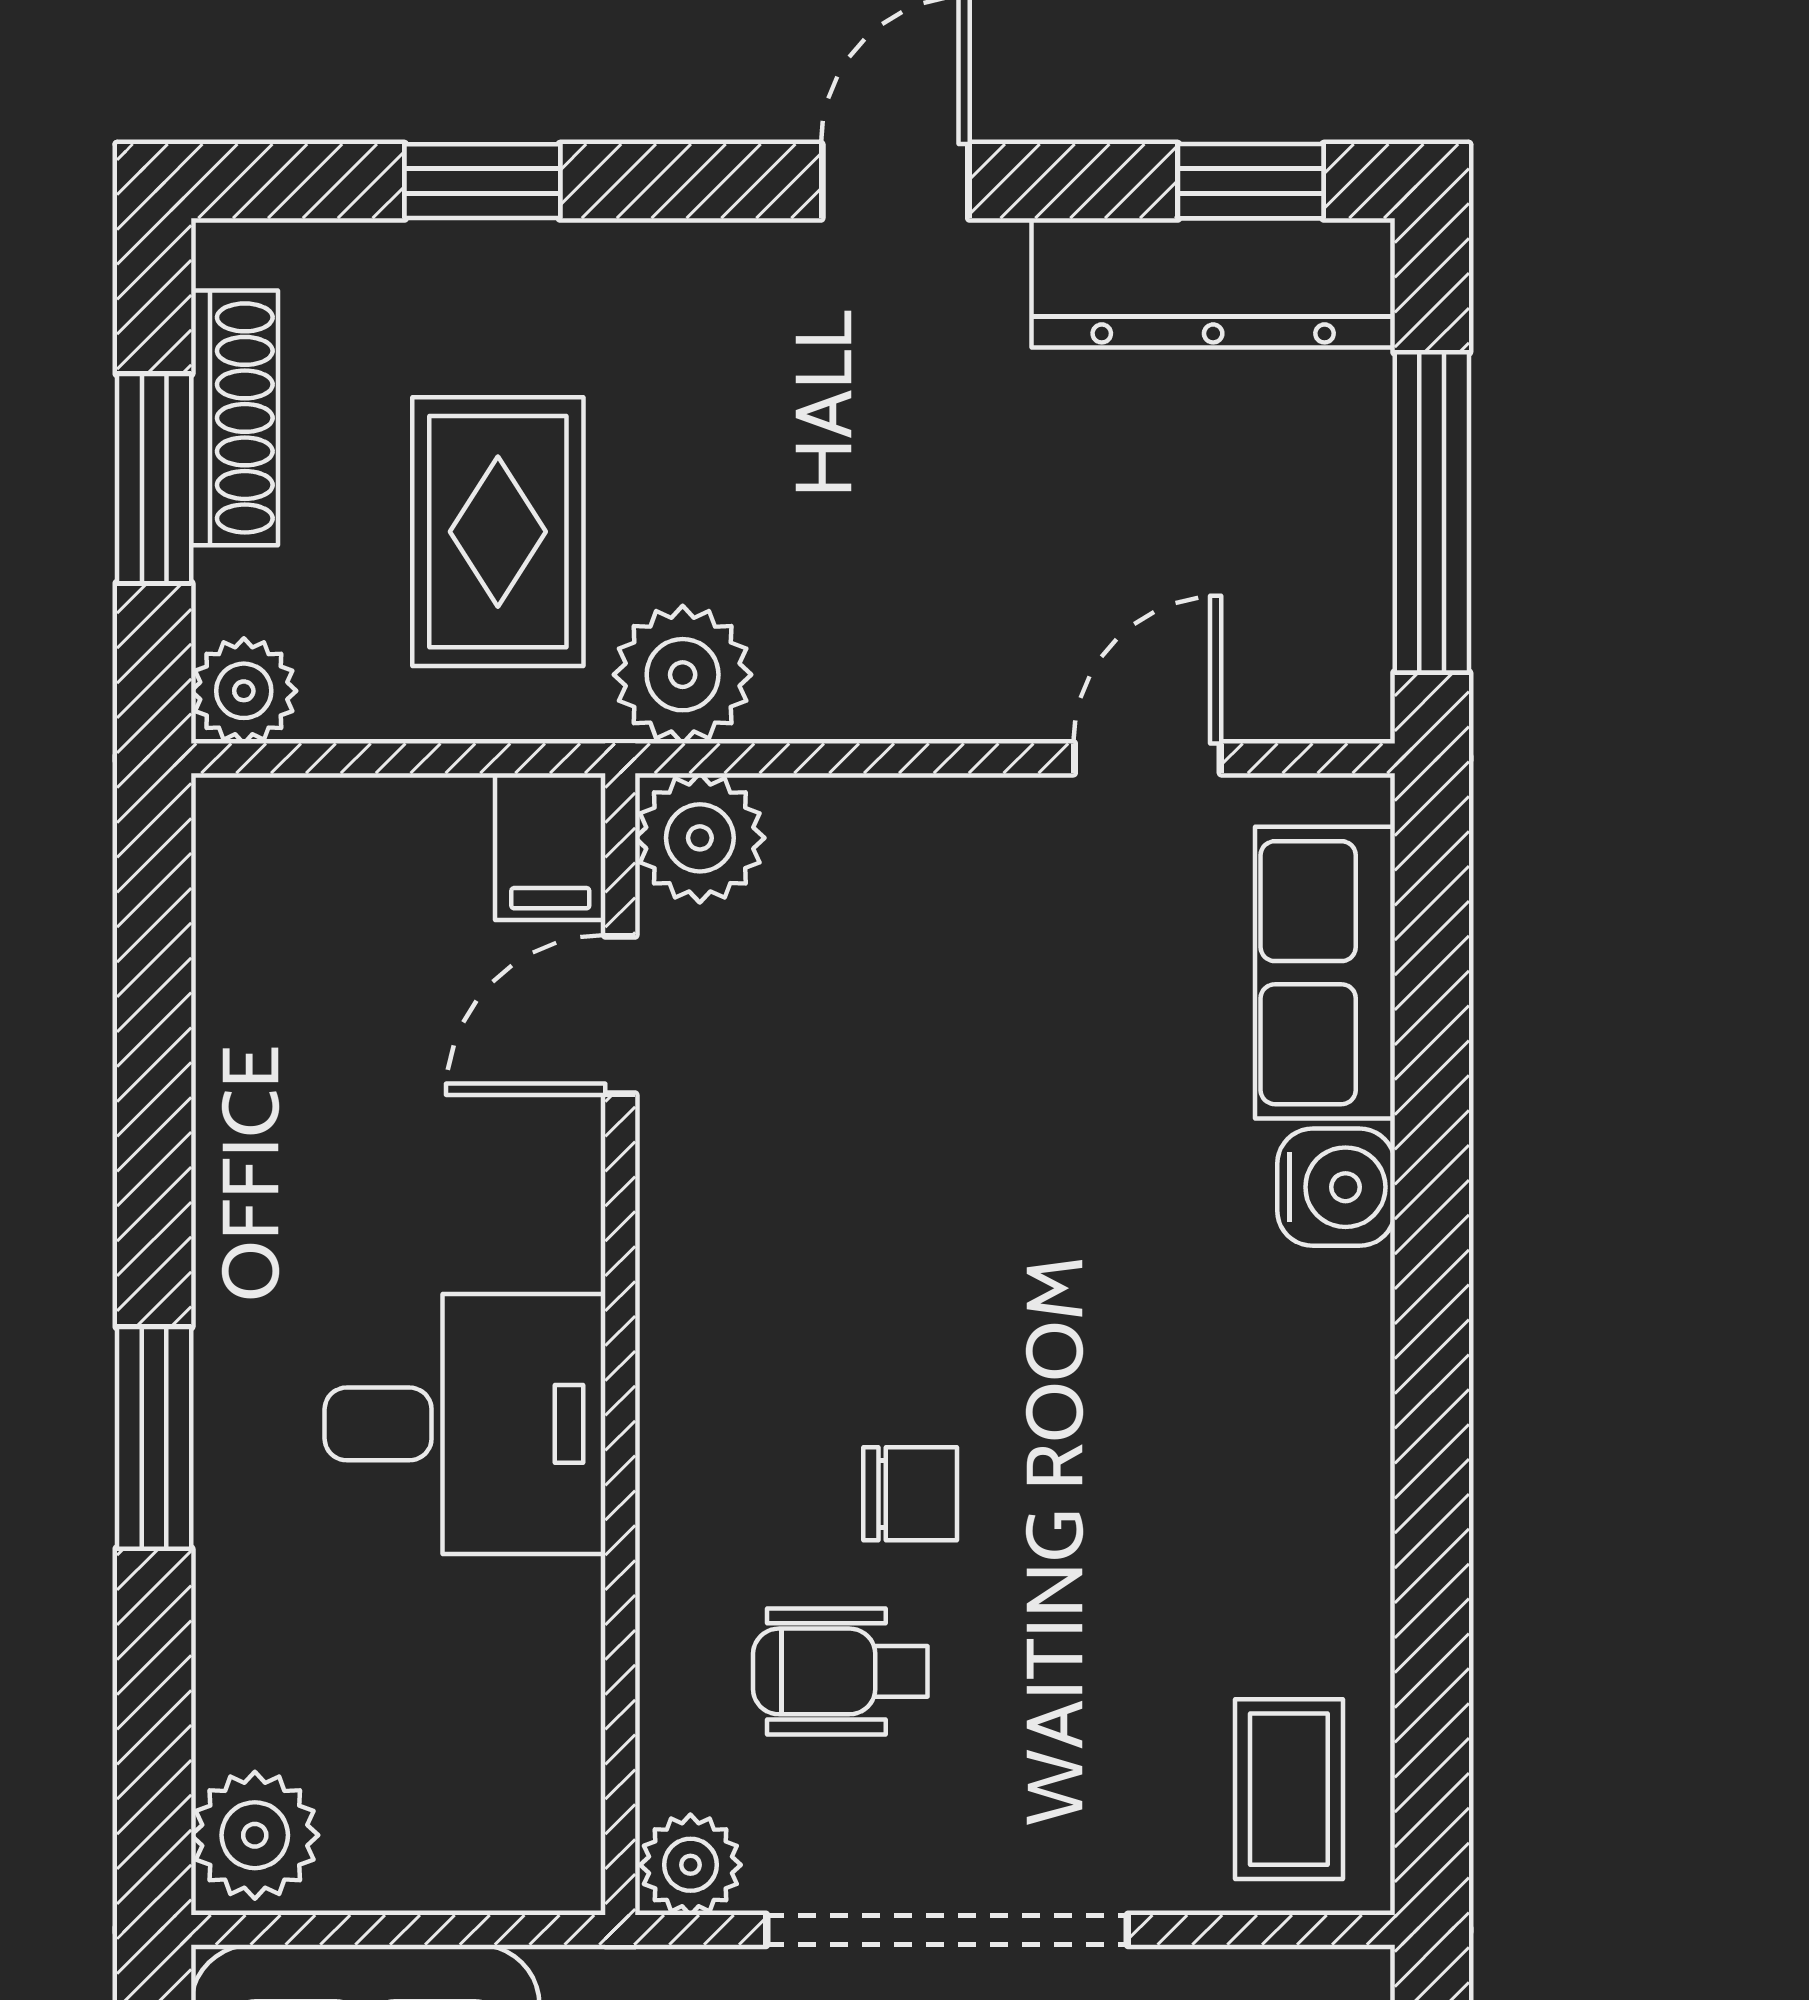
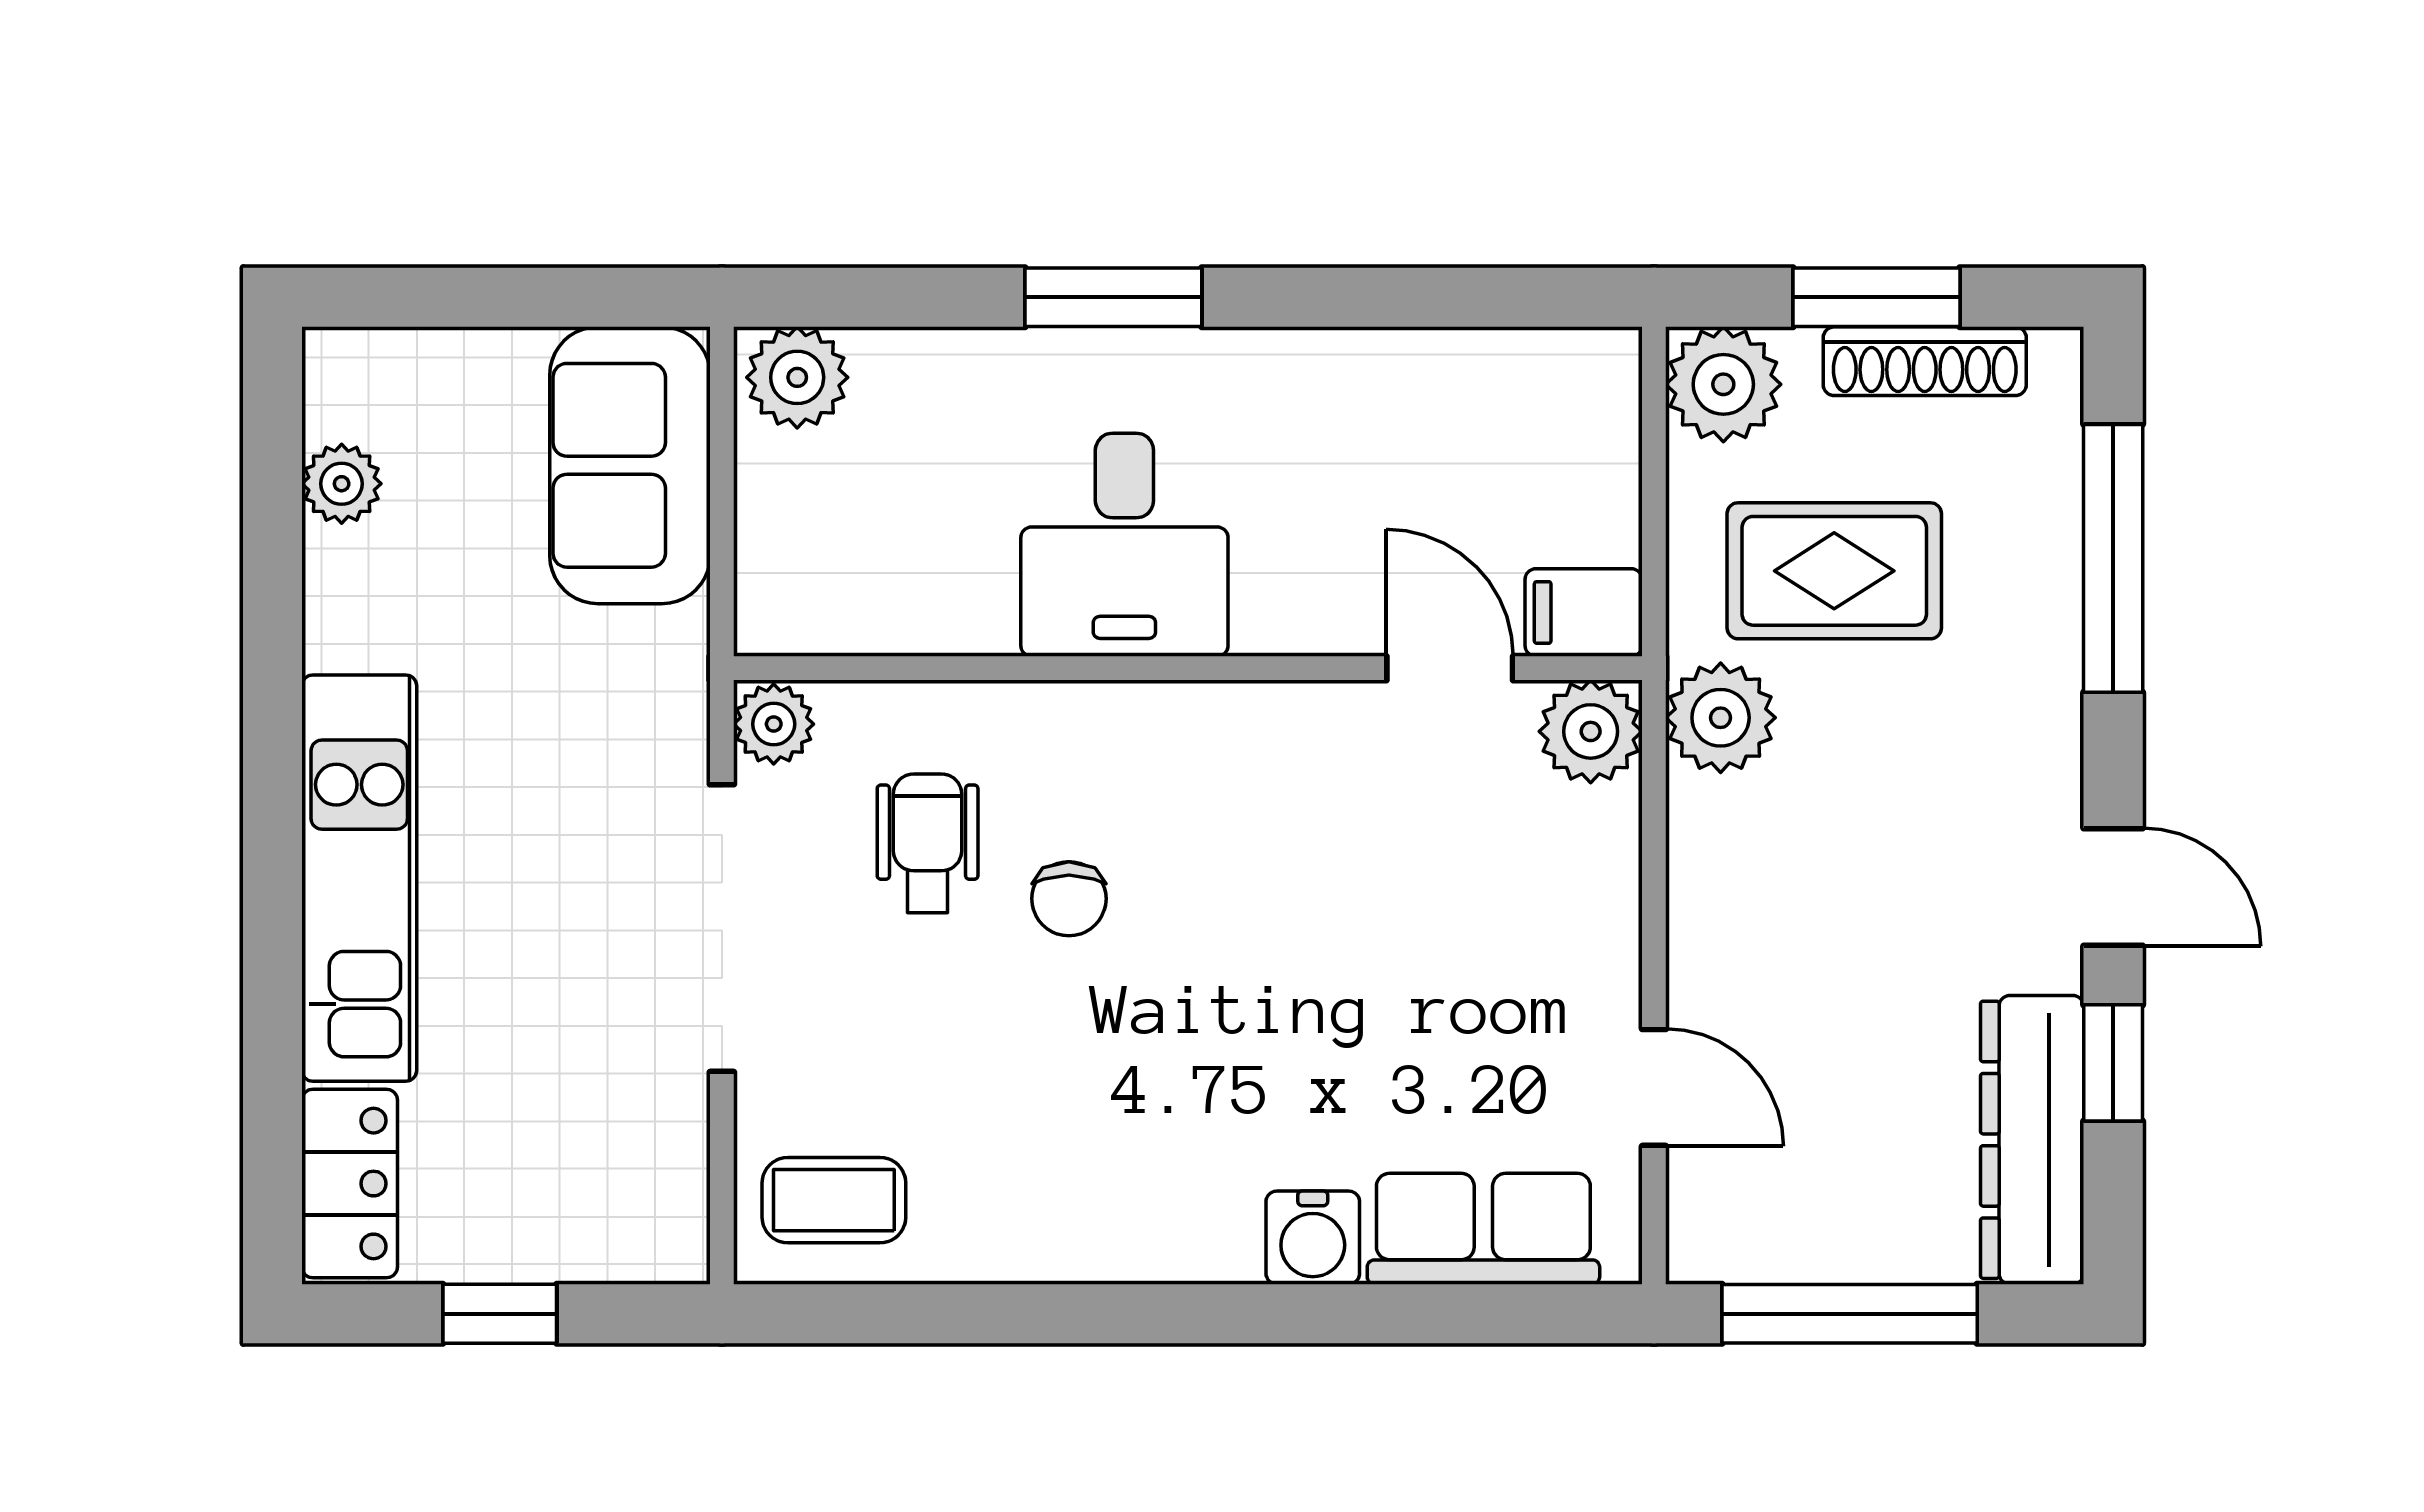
window: (482, 181) -> (2113, 558), width x2.17
window: (1251, 181) -> (2113, 1063), moved
plant: (244, 691) -> (1723, 384), width x1.38, depth x1.38

